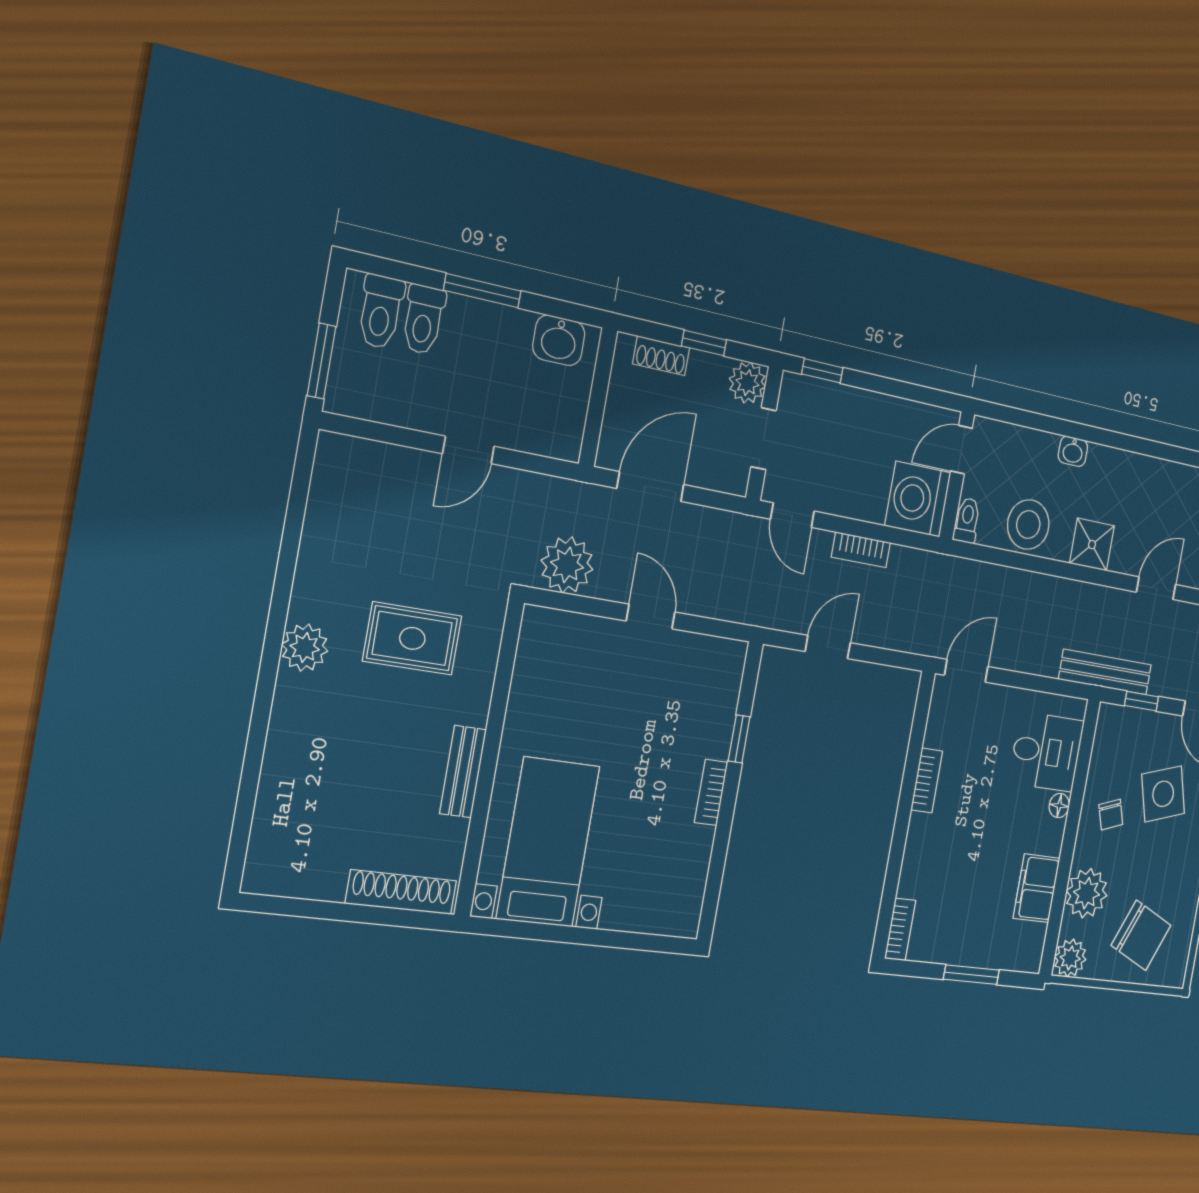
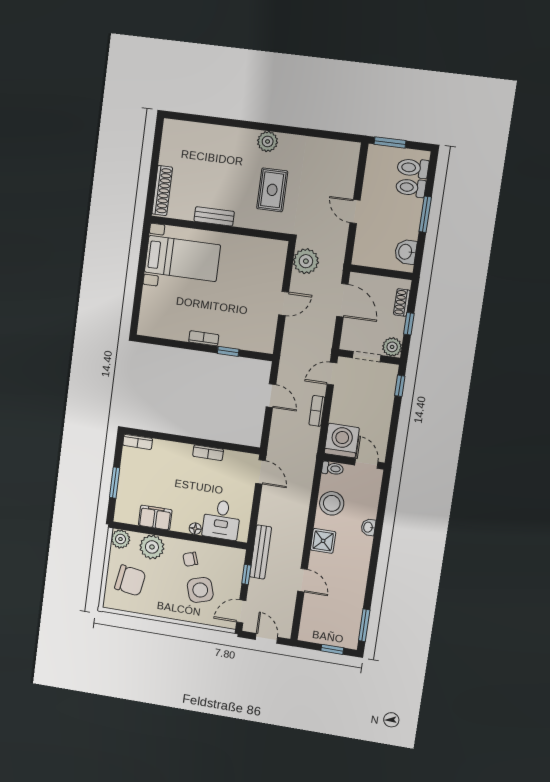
chair: (1141, 935) -> (130, 580), turned -105

